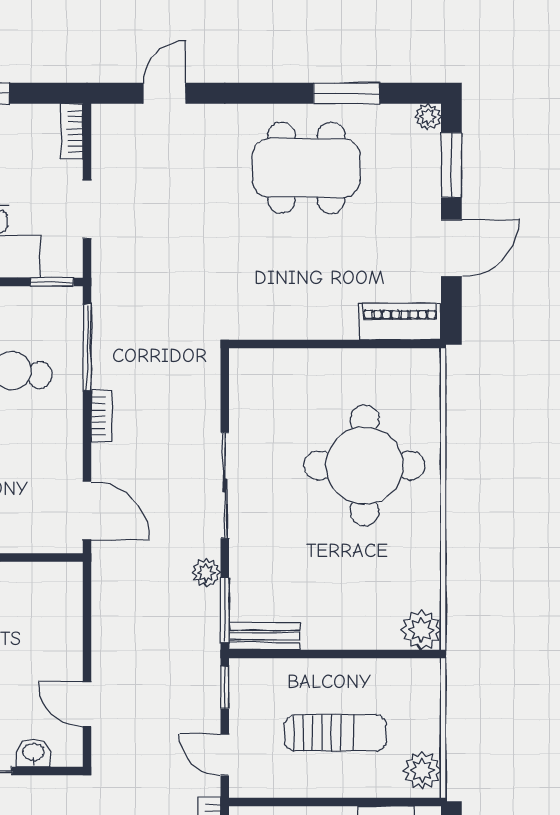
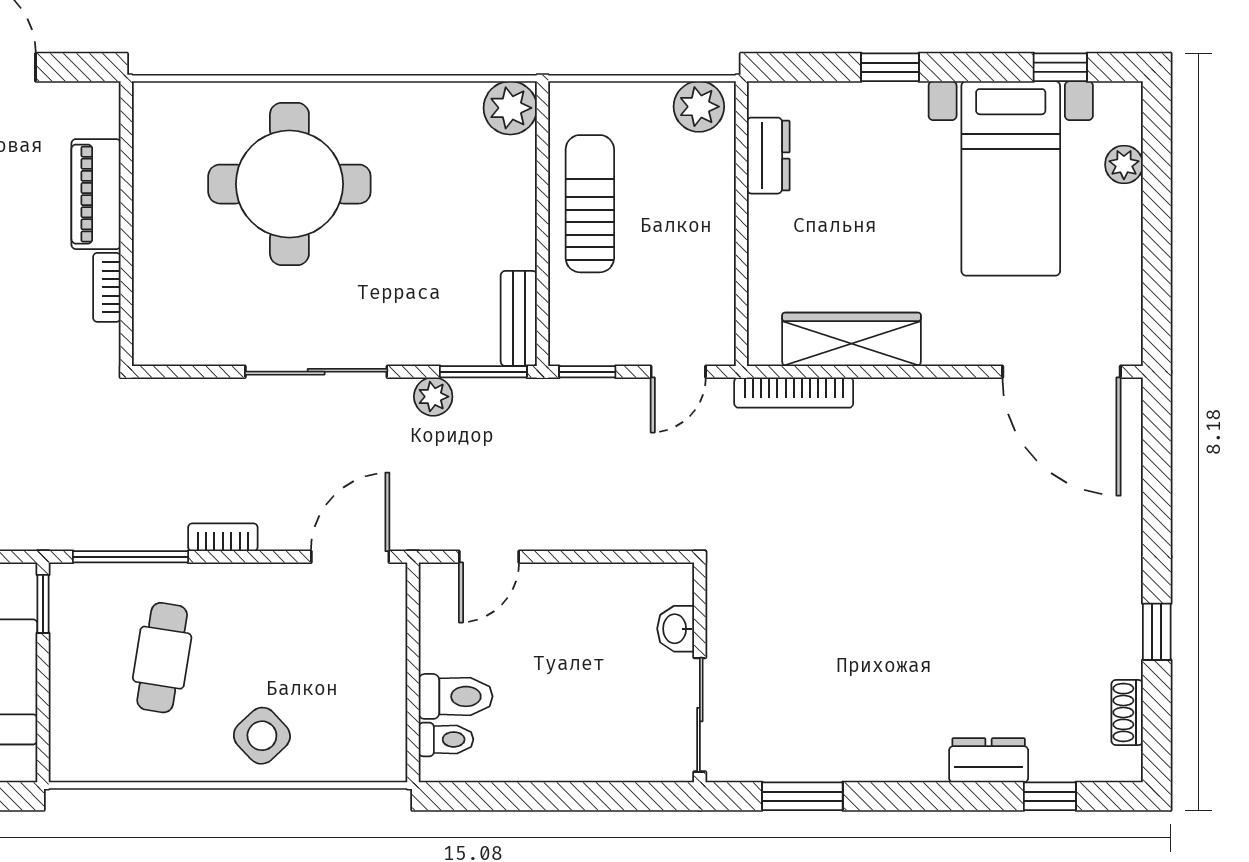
piano: (400, 322) -> (96, 194), moved
bookcase: (288, 330) -> (107, 287), added
door: (87, 704) -> (489, 557), moved
sun lounger: (335, 733) -> (590, 204), moved

